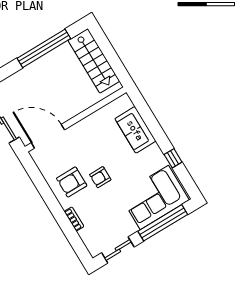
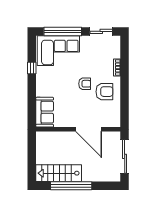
stairs: (94, 61) -> (59, 173), moved, turned -90
sofa: (135, 130) -> (45, 112), moved
door: (48, 136) -> (89, 129), moved

